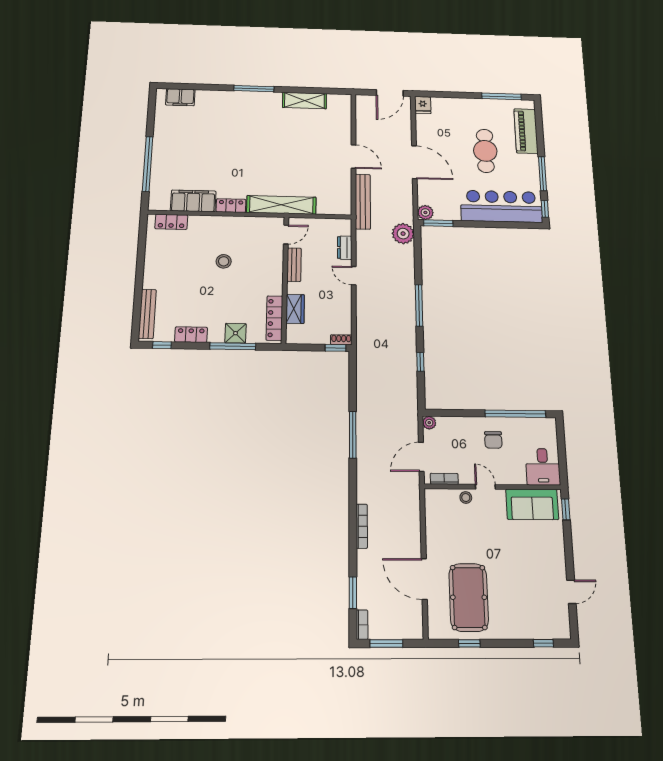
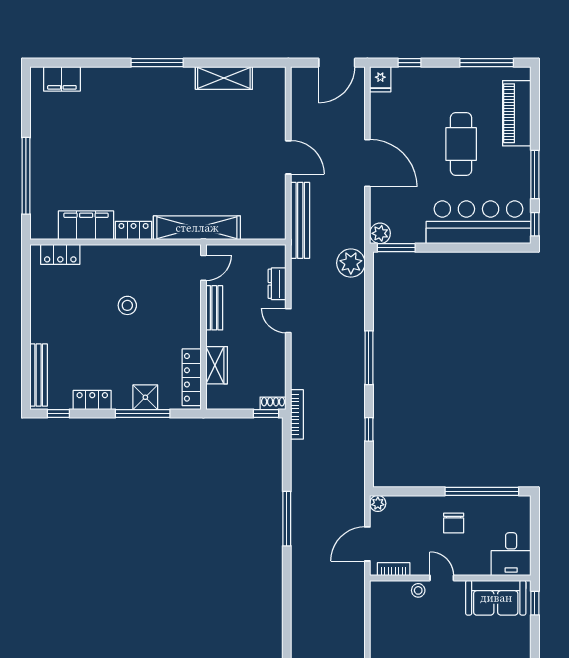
window: (444, 95) -> (410, 63), added
bookcase: (362, 526) -> (297, 414), moved

